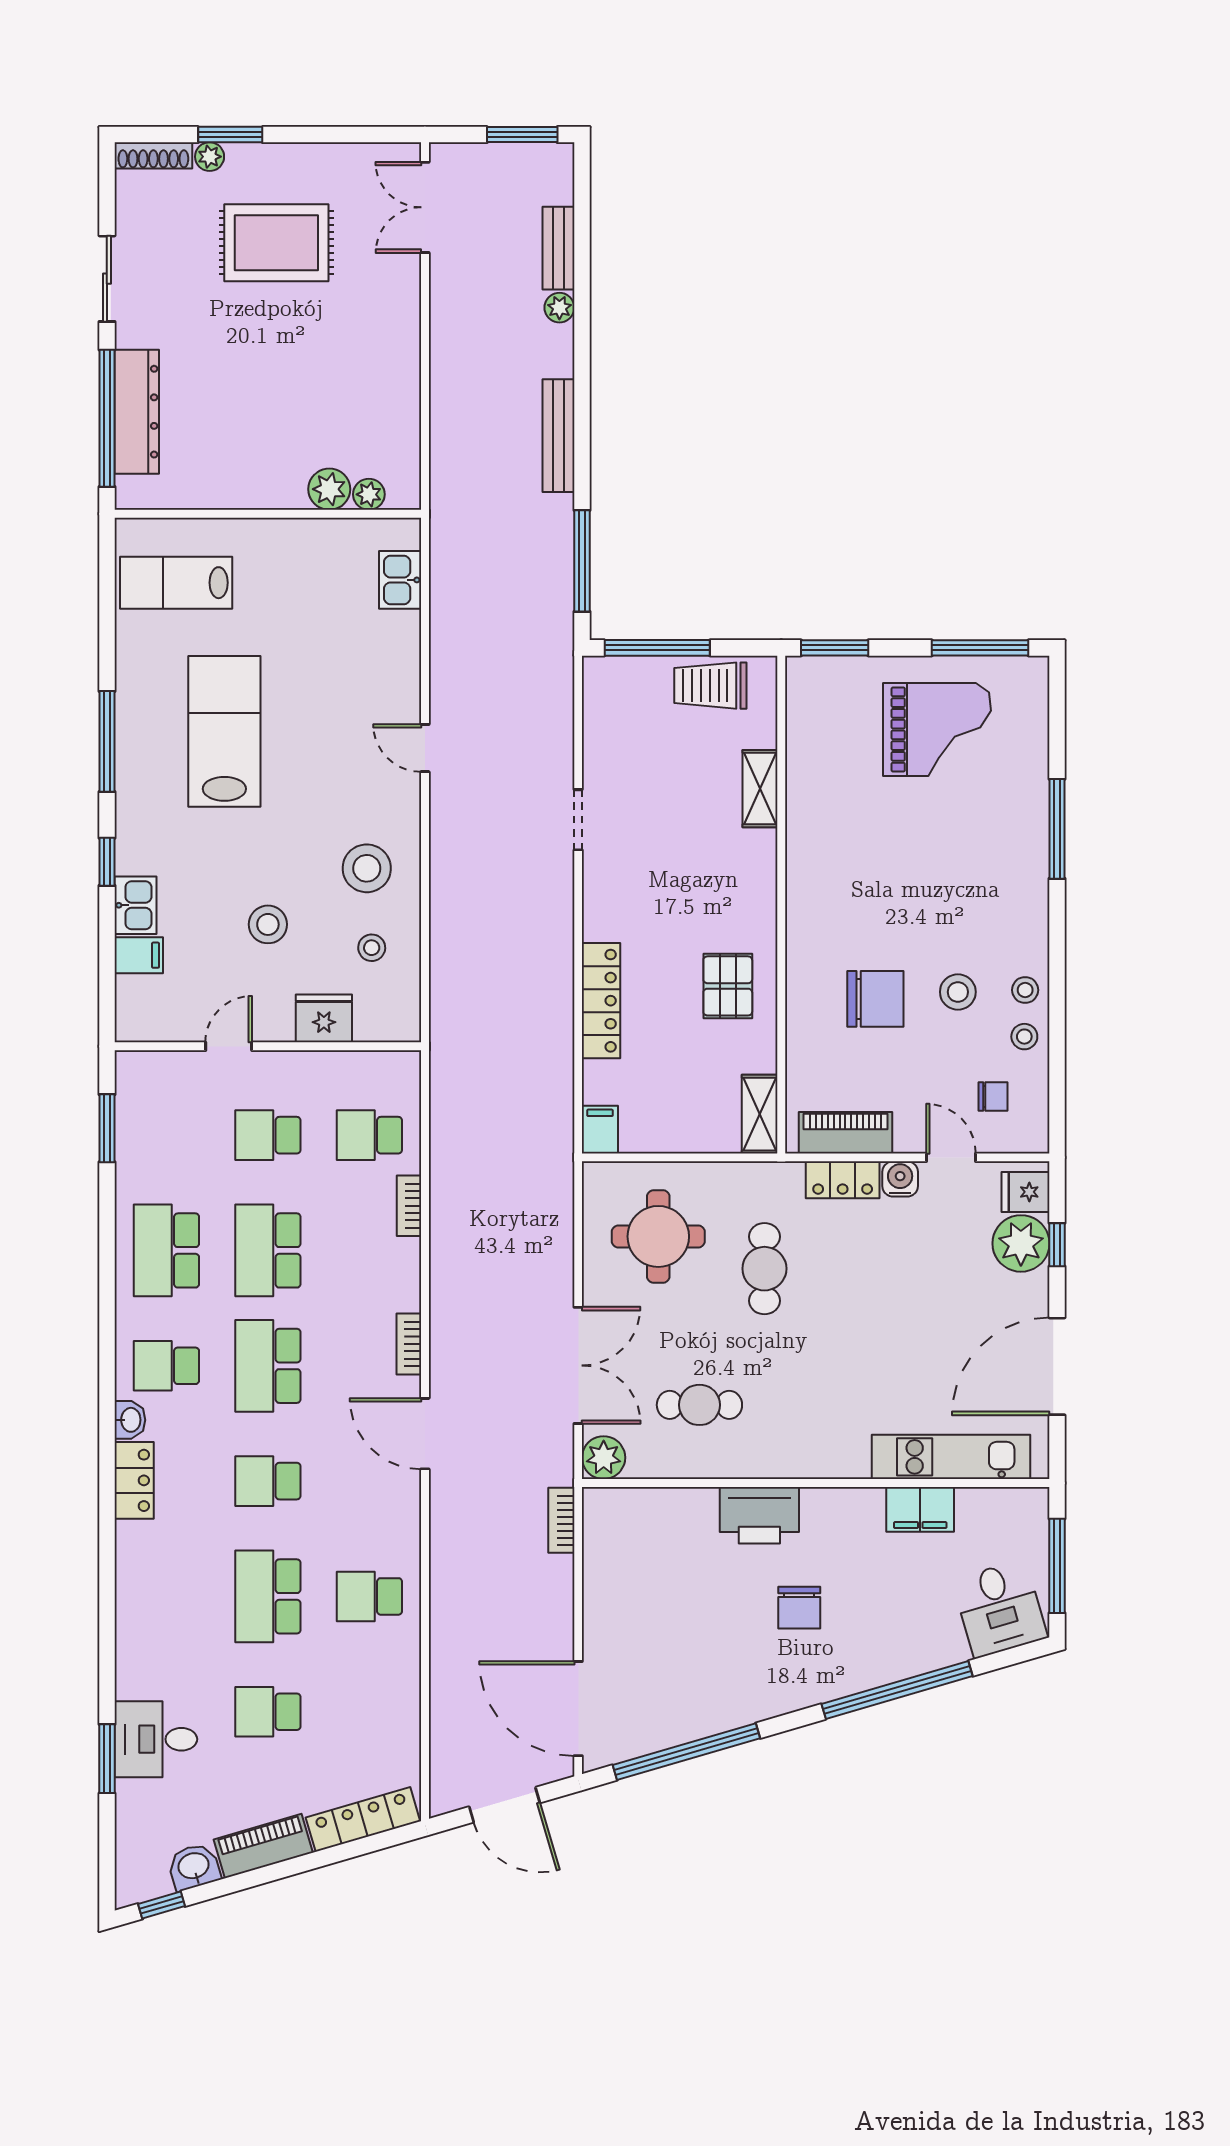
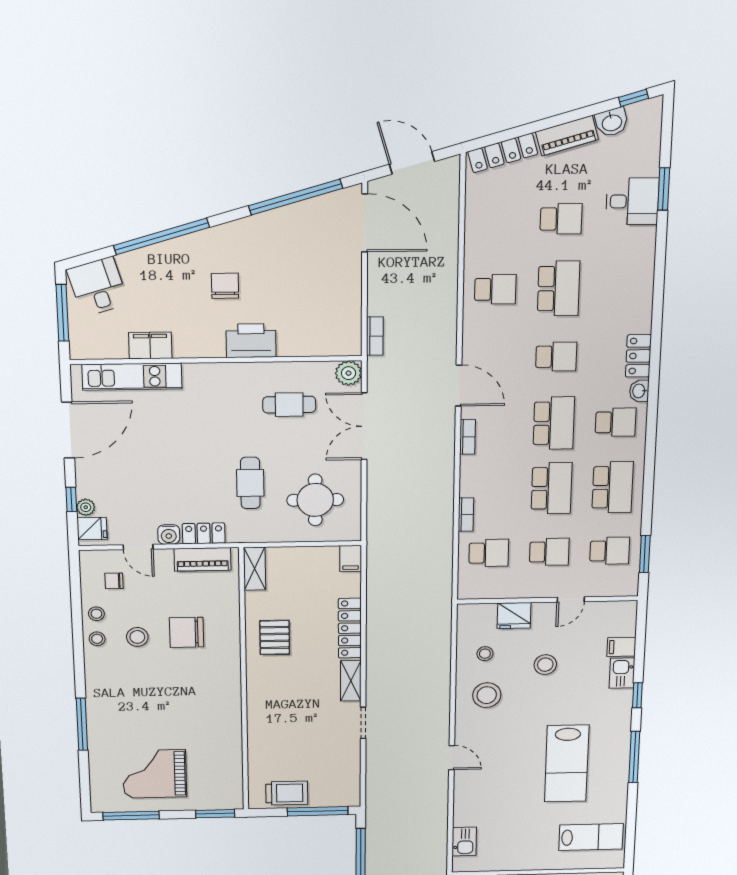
shelving: (760, 789) -> (351, 681), moved
school desk: (166, 1135) -> (610, 551), added
plant: (1021, 1243) -> (86, 507), width x0.53, depth x0.53

